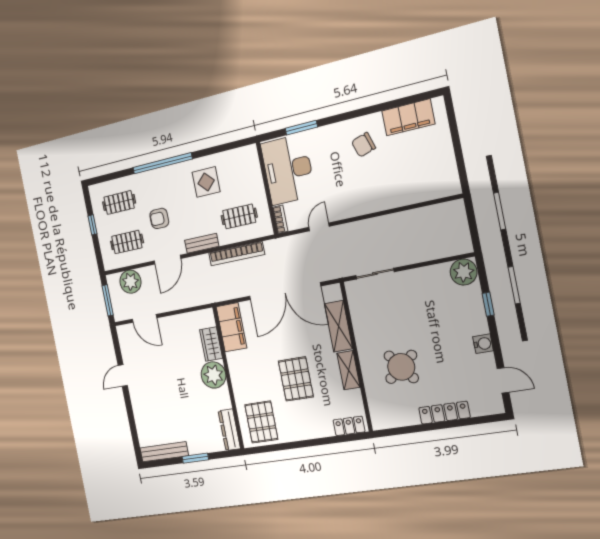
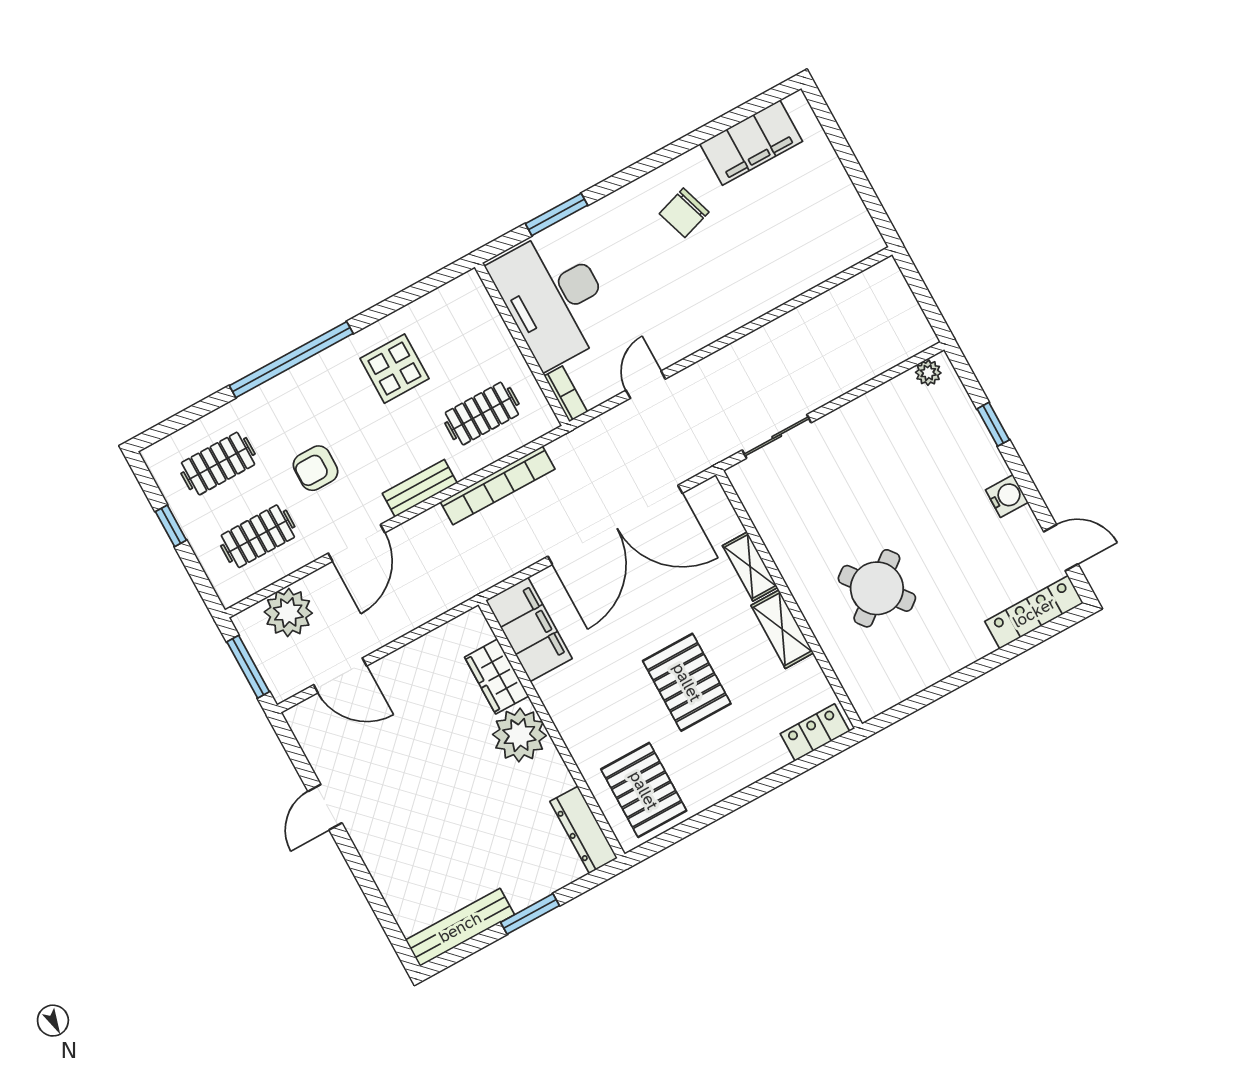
plant: (464, 272) -> (928, 373), width x0.53, depth x0.53
shelving: (338, 326) -> (750, 566), width x0.67, depth x0.75
locker: (444, 413) -> (1034, 612), moved

